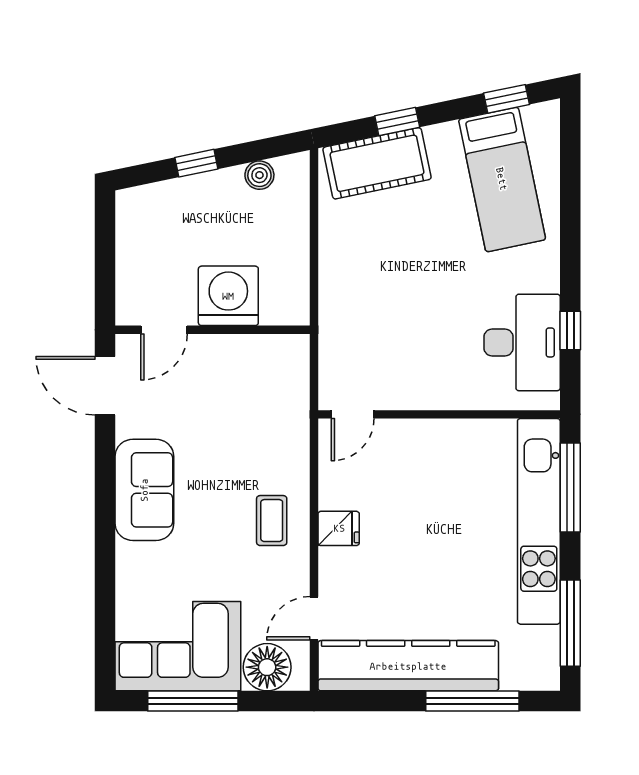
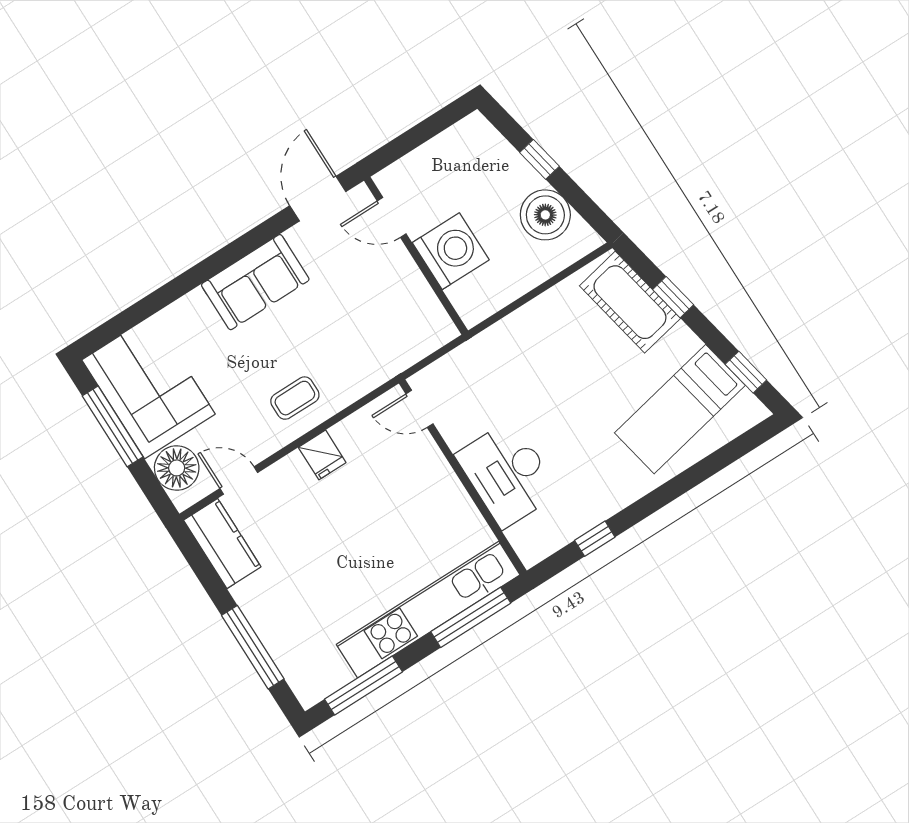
boiler: (259, 175) -> (545, 215), width x1.86, depth x1.86
desk: (522, 342) -> (507, 474), moved, turned 90
kitchen counter: (408, 666) -> (222, 543), width x0.48, depth x0.86

